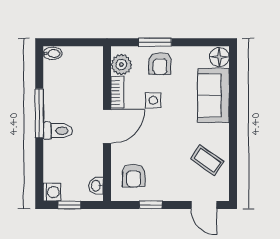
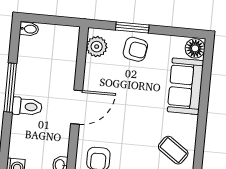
armchair: (160, 64) -> (135, 49), turned -80
bookcase: (117, 92) -> (90, 74), removed
side table: (153, 100) -> (125, 85), removed

